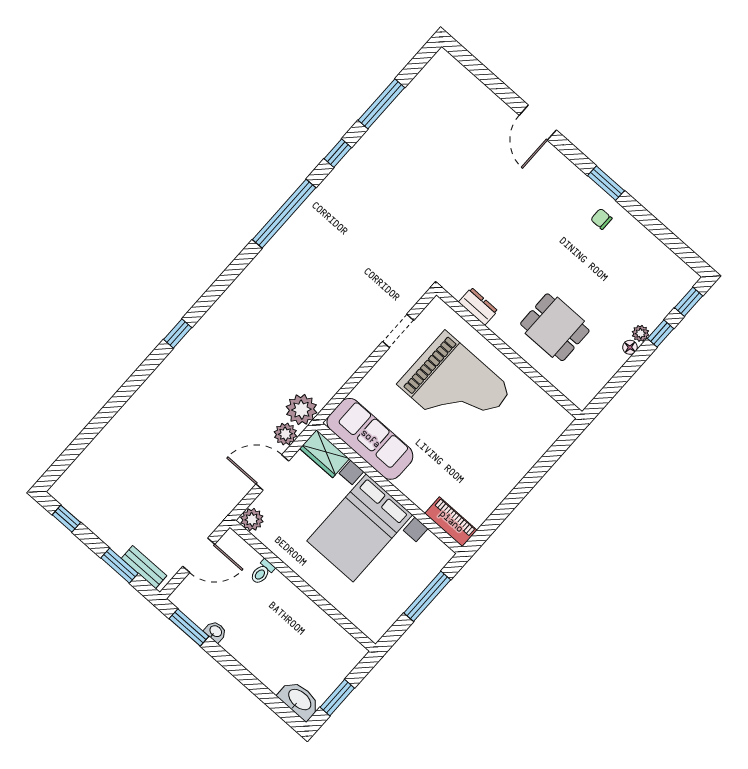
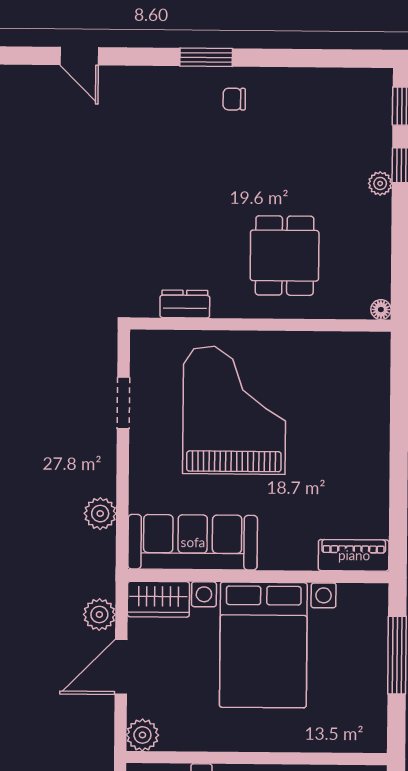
door: (538, 123) -> (79, 56), width x0.73
dining table: (555, 327) -> (285, 256), turned 90
floor lamp: (630, 347) -> (381, 310), moved
grand piano: (455, 387) -> (234, 410), turned -90
plant: (301, 410) -> (100, 514), moved, width x0.73, depth x0.73

